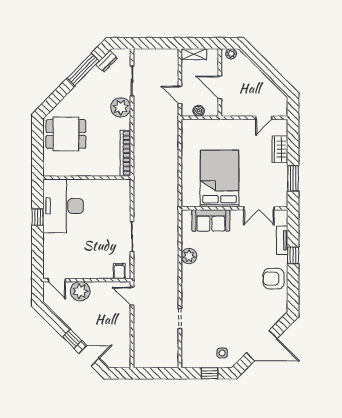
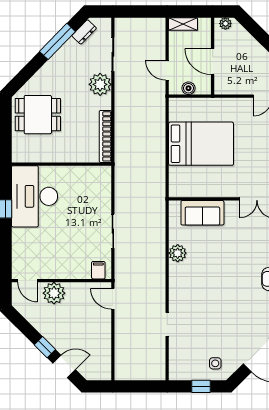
bed: (219, 178) -> (201, 144), moved, turned 90

